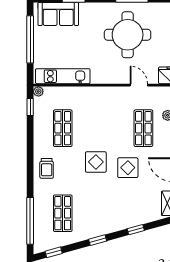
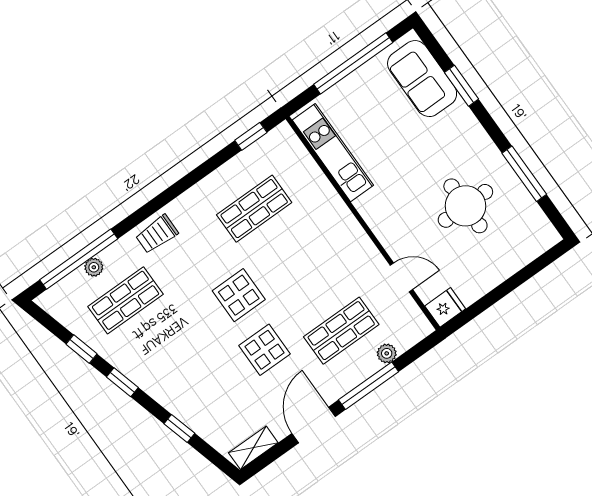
round table: (128, 35) -> (465, 206), width x0.73, depth x0.73
door: (139, 85) -> (401, 277), hinge flipped
plant: (38, 91) -> (94, 267), moved
trolley: (47, 168) -> (157, 234), moved
window: (54, 252) -> (81, 349), moved

